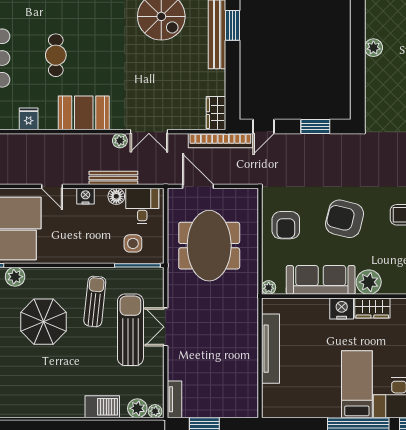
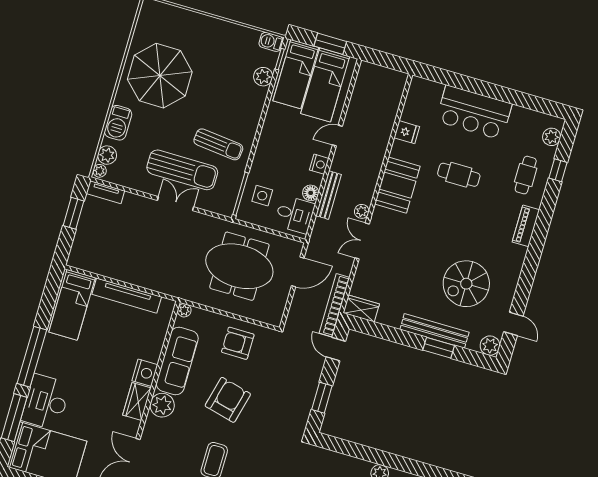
parasol: (43, 322) -> (160, 76), moved, width x1.36, depth x1.36
bed: (357, 384) -> (72, 305), moved, turned 90

